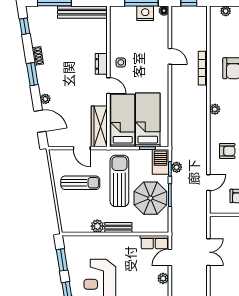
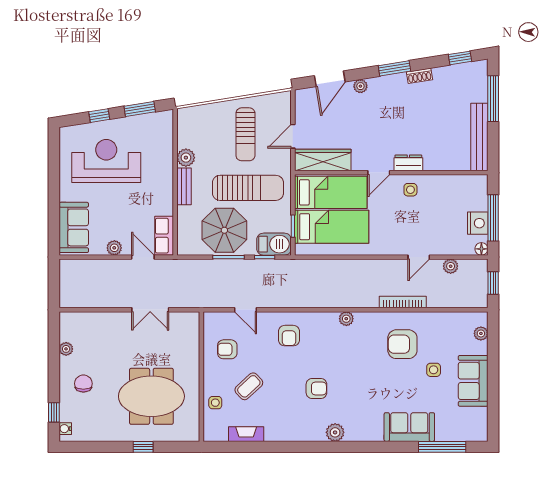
plant: (177, 167) -> (451, 266), moved

